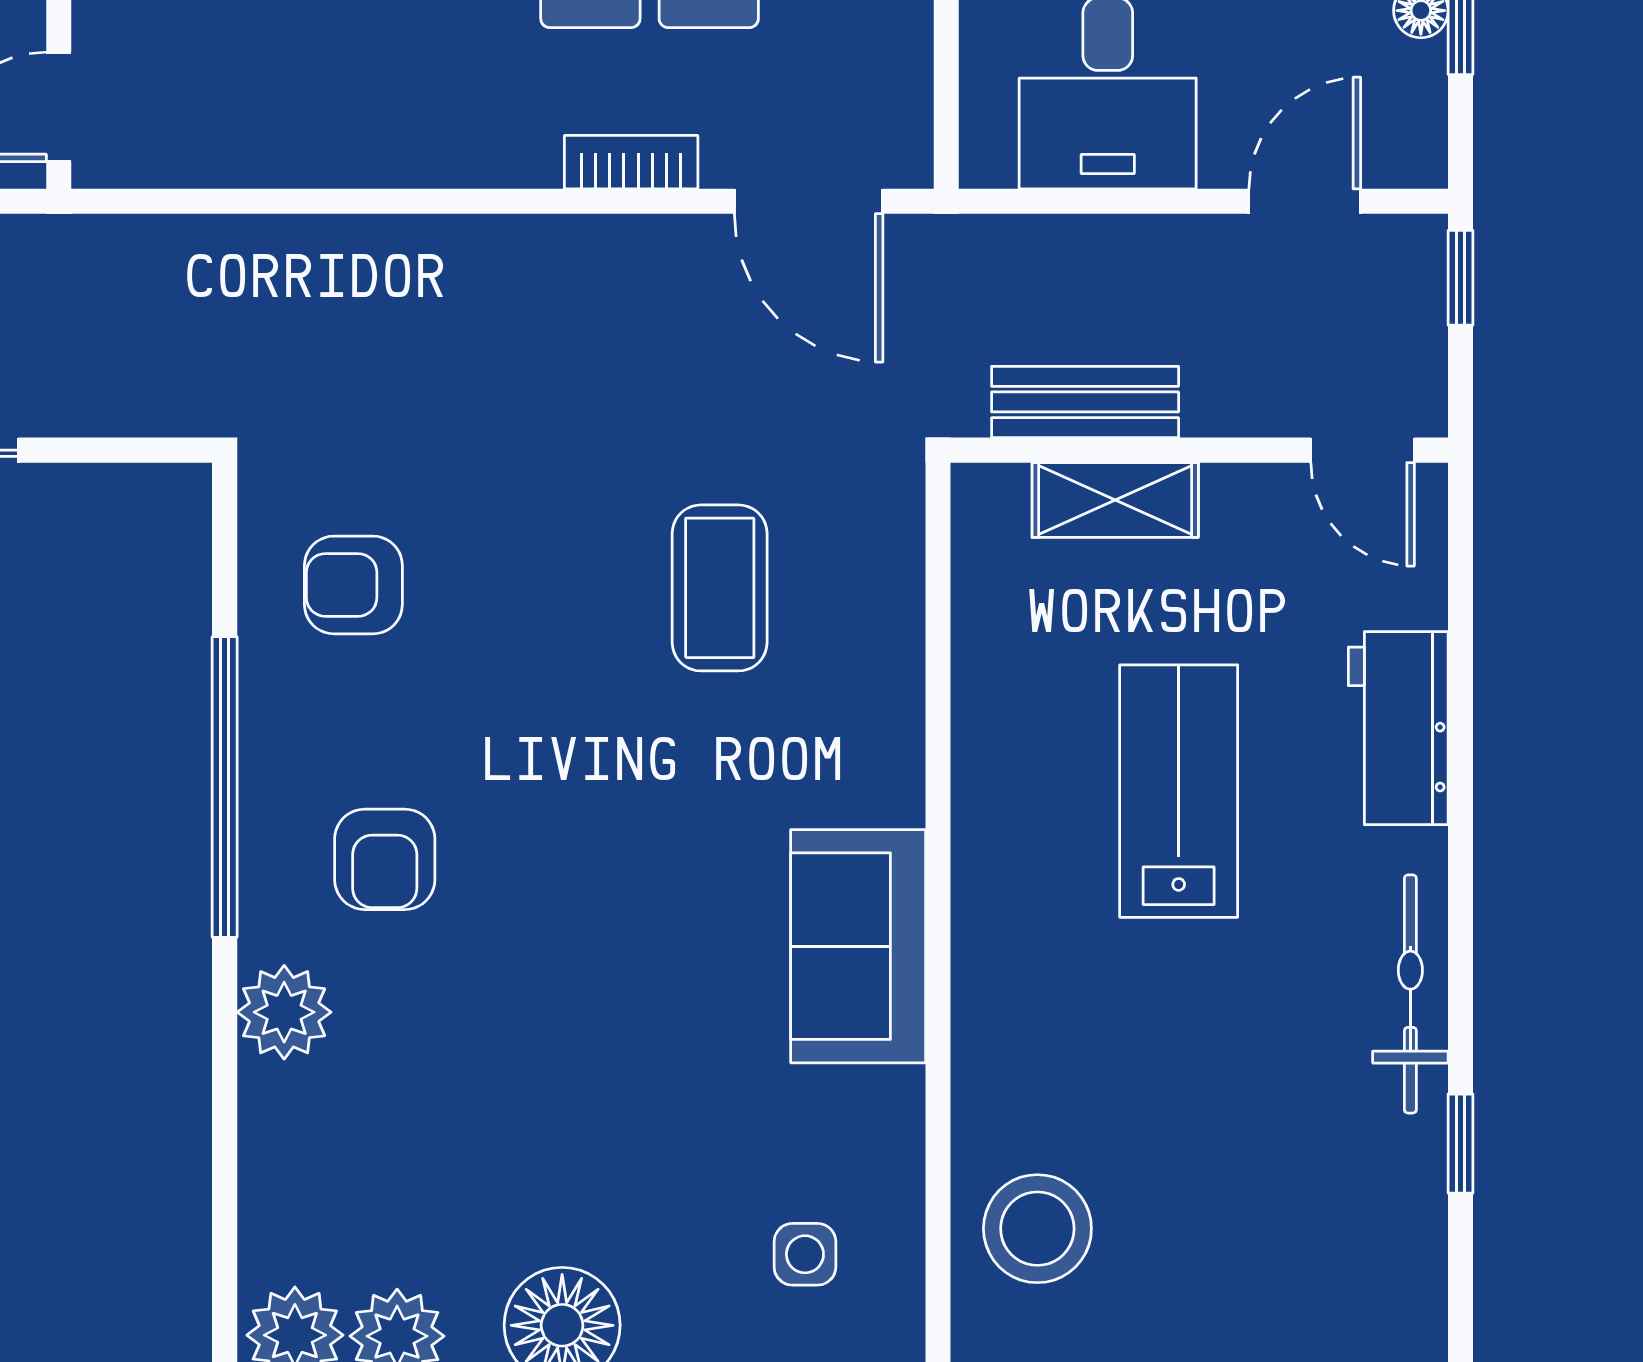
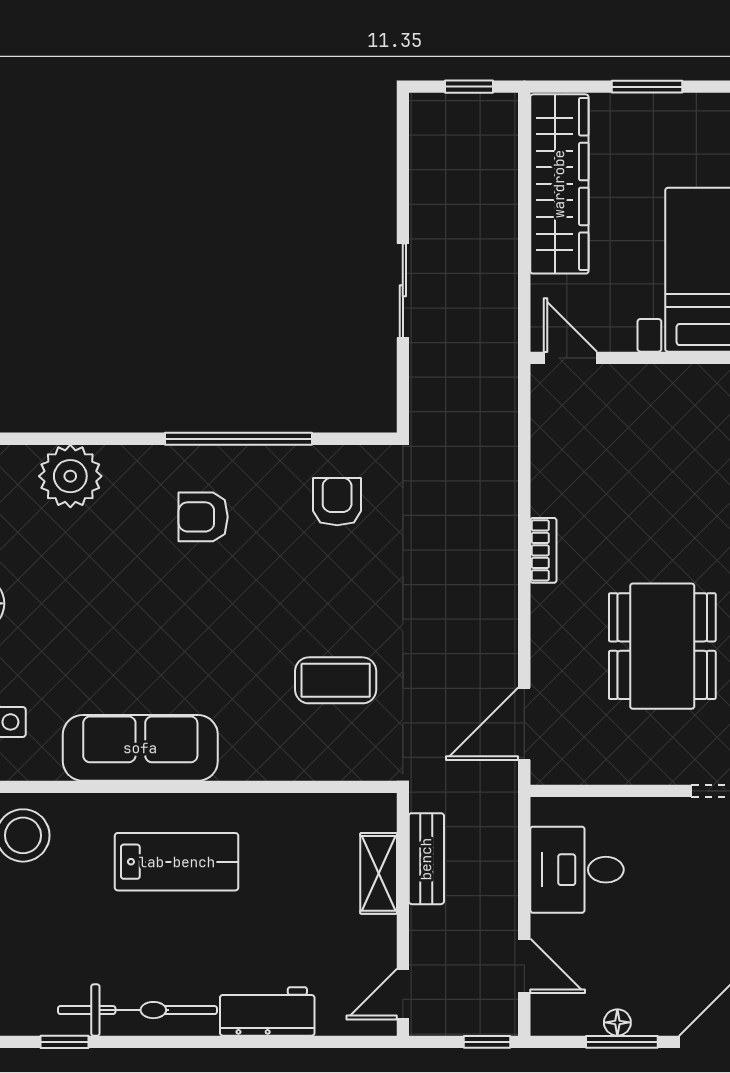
bookcase: (631, 162) -> (543, 550), moved
lab bench: (1179, 791) -> (177, 862), moved
sofa: (858, 946) -> (140, 748), width x1.36
bicycle: (1410, 994) -> (137, 1010), width x1.37, depth x1.40
plant: (284, 1012) -> (70, 476), moved, width x1.36, depth x1.36

